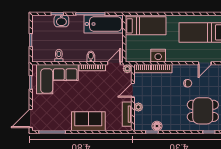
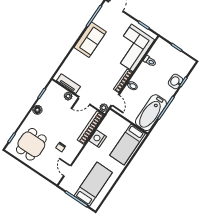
door: (133, 90) -> (84, 101), swing flipped
sofa: (88, 121) -> (90, 40), moved
floor lamp: (157, 126) -> (37, 110), moved

